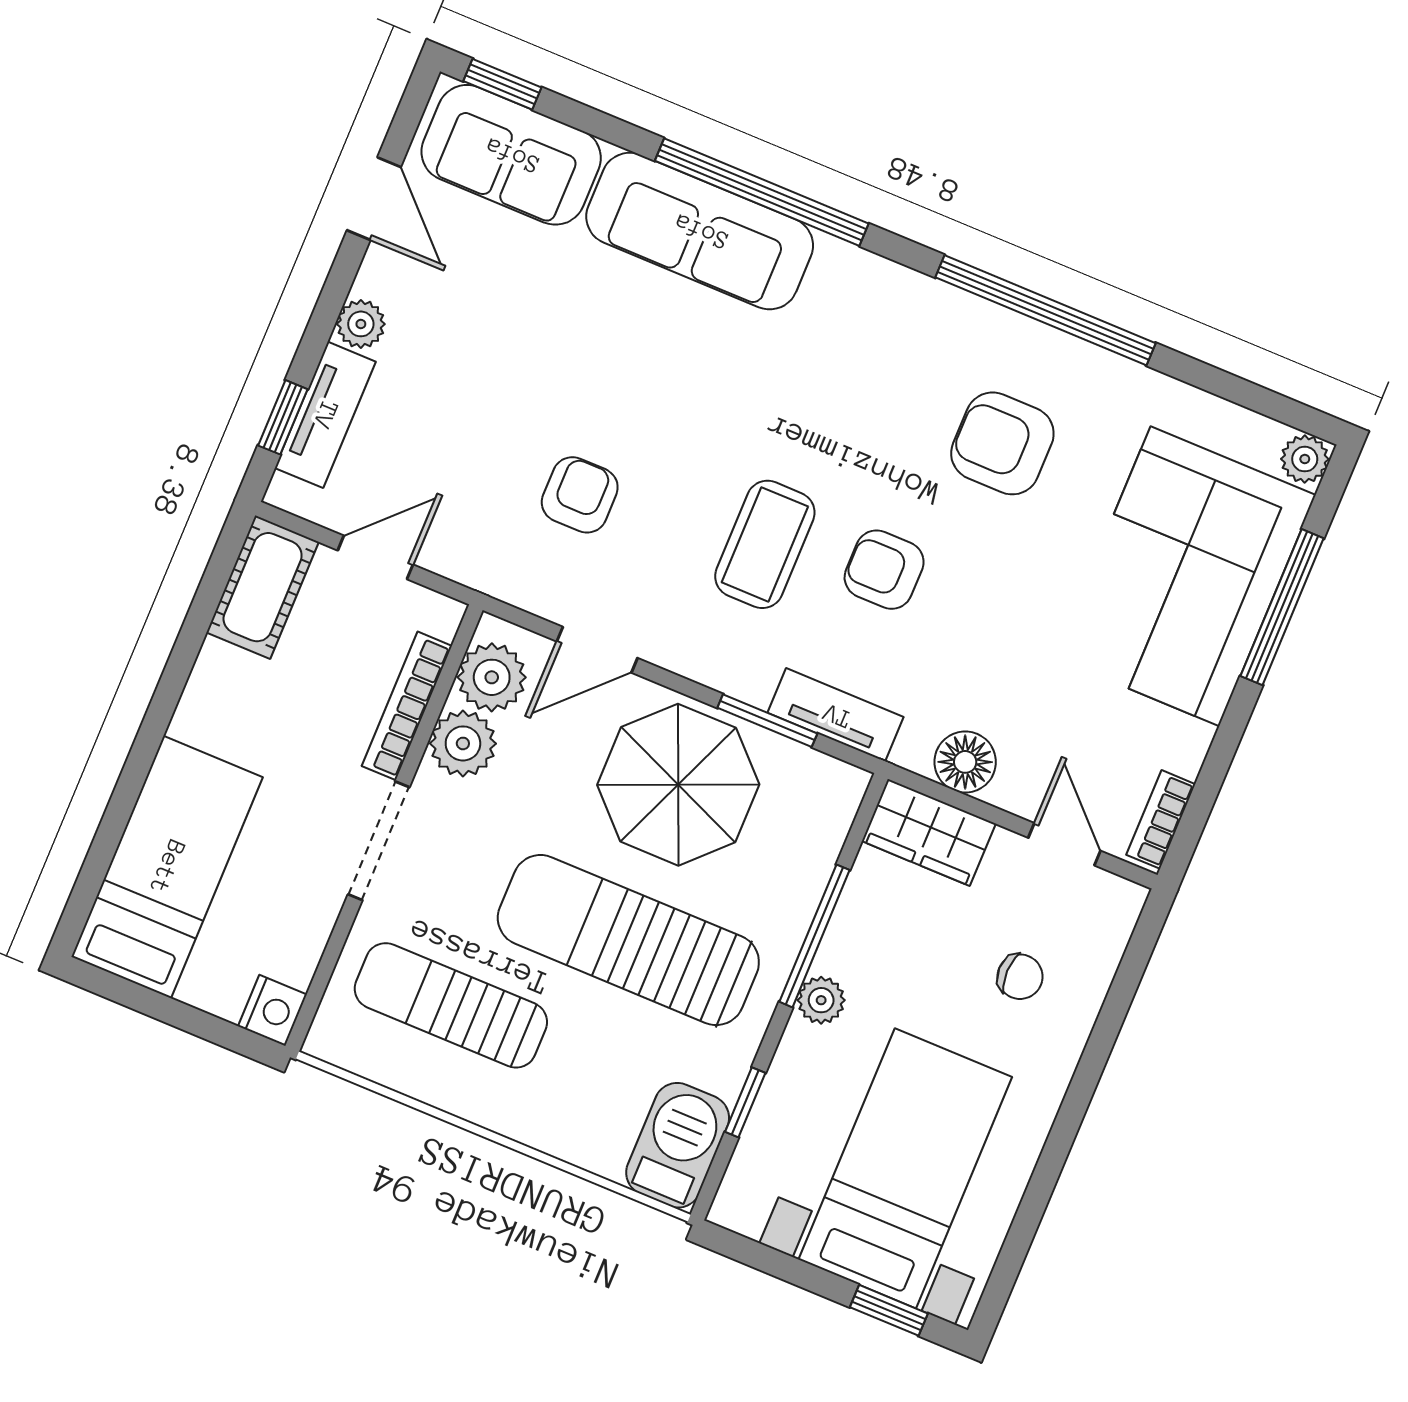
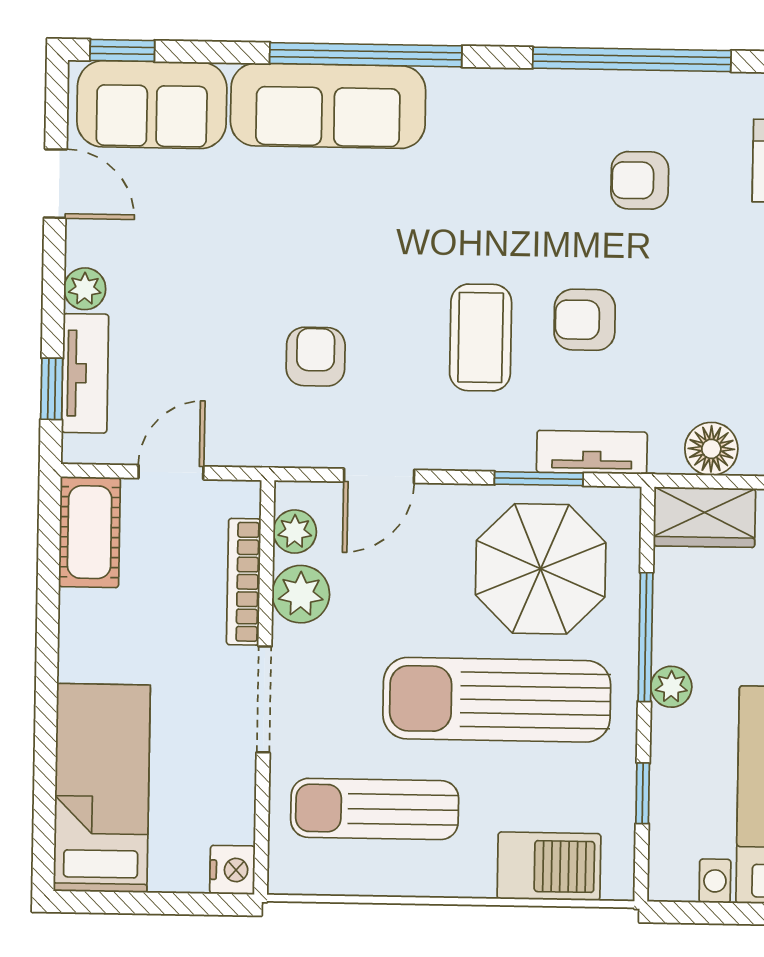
armchair: (1002, 443) -> (640, 180), width x0.72, depth x0.72
plant: (492, 677) -> (295, 532), width x0.73, depth x0.73
parasol: (678, 785) -> (541, 569), moved
barbecue: (678, 1145) -> (549, 866), moved, turned 90

